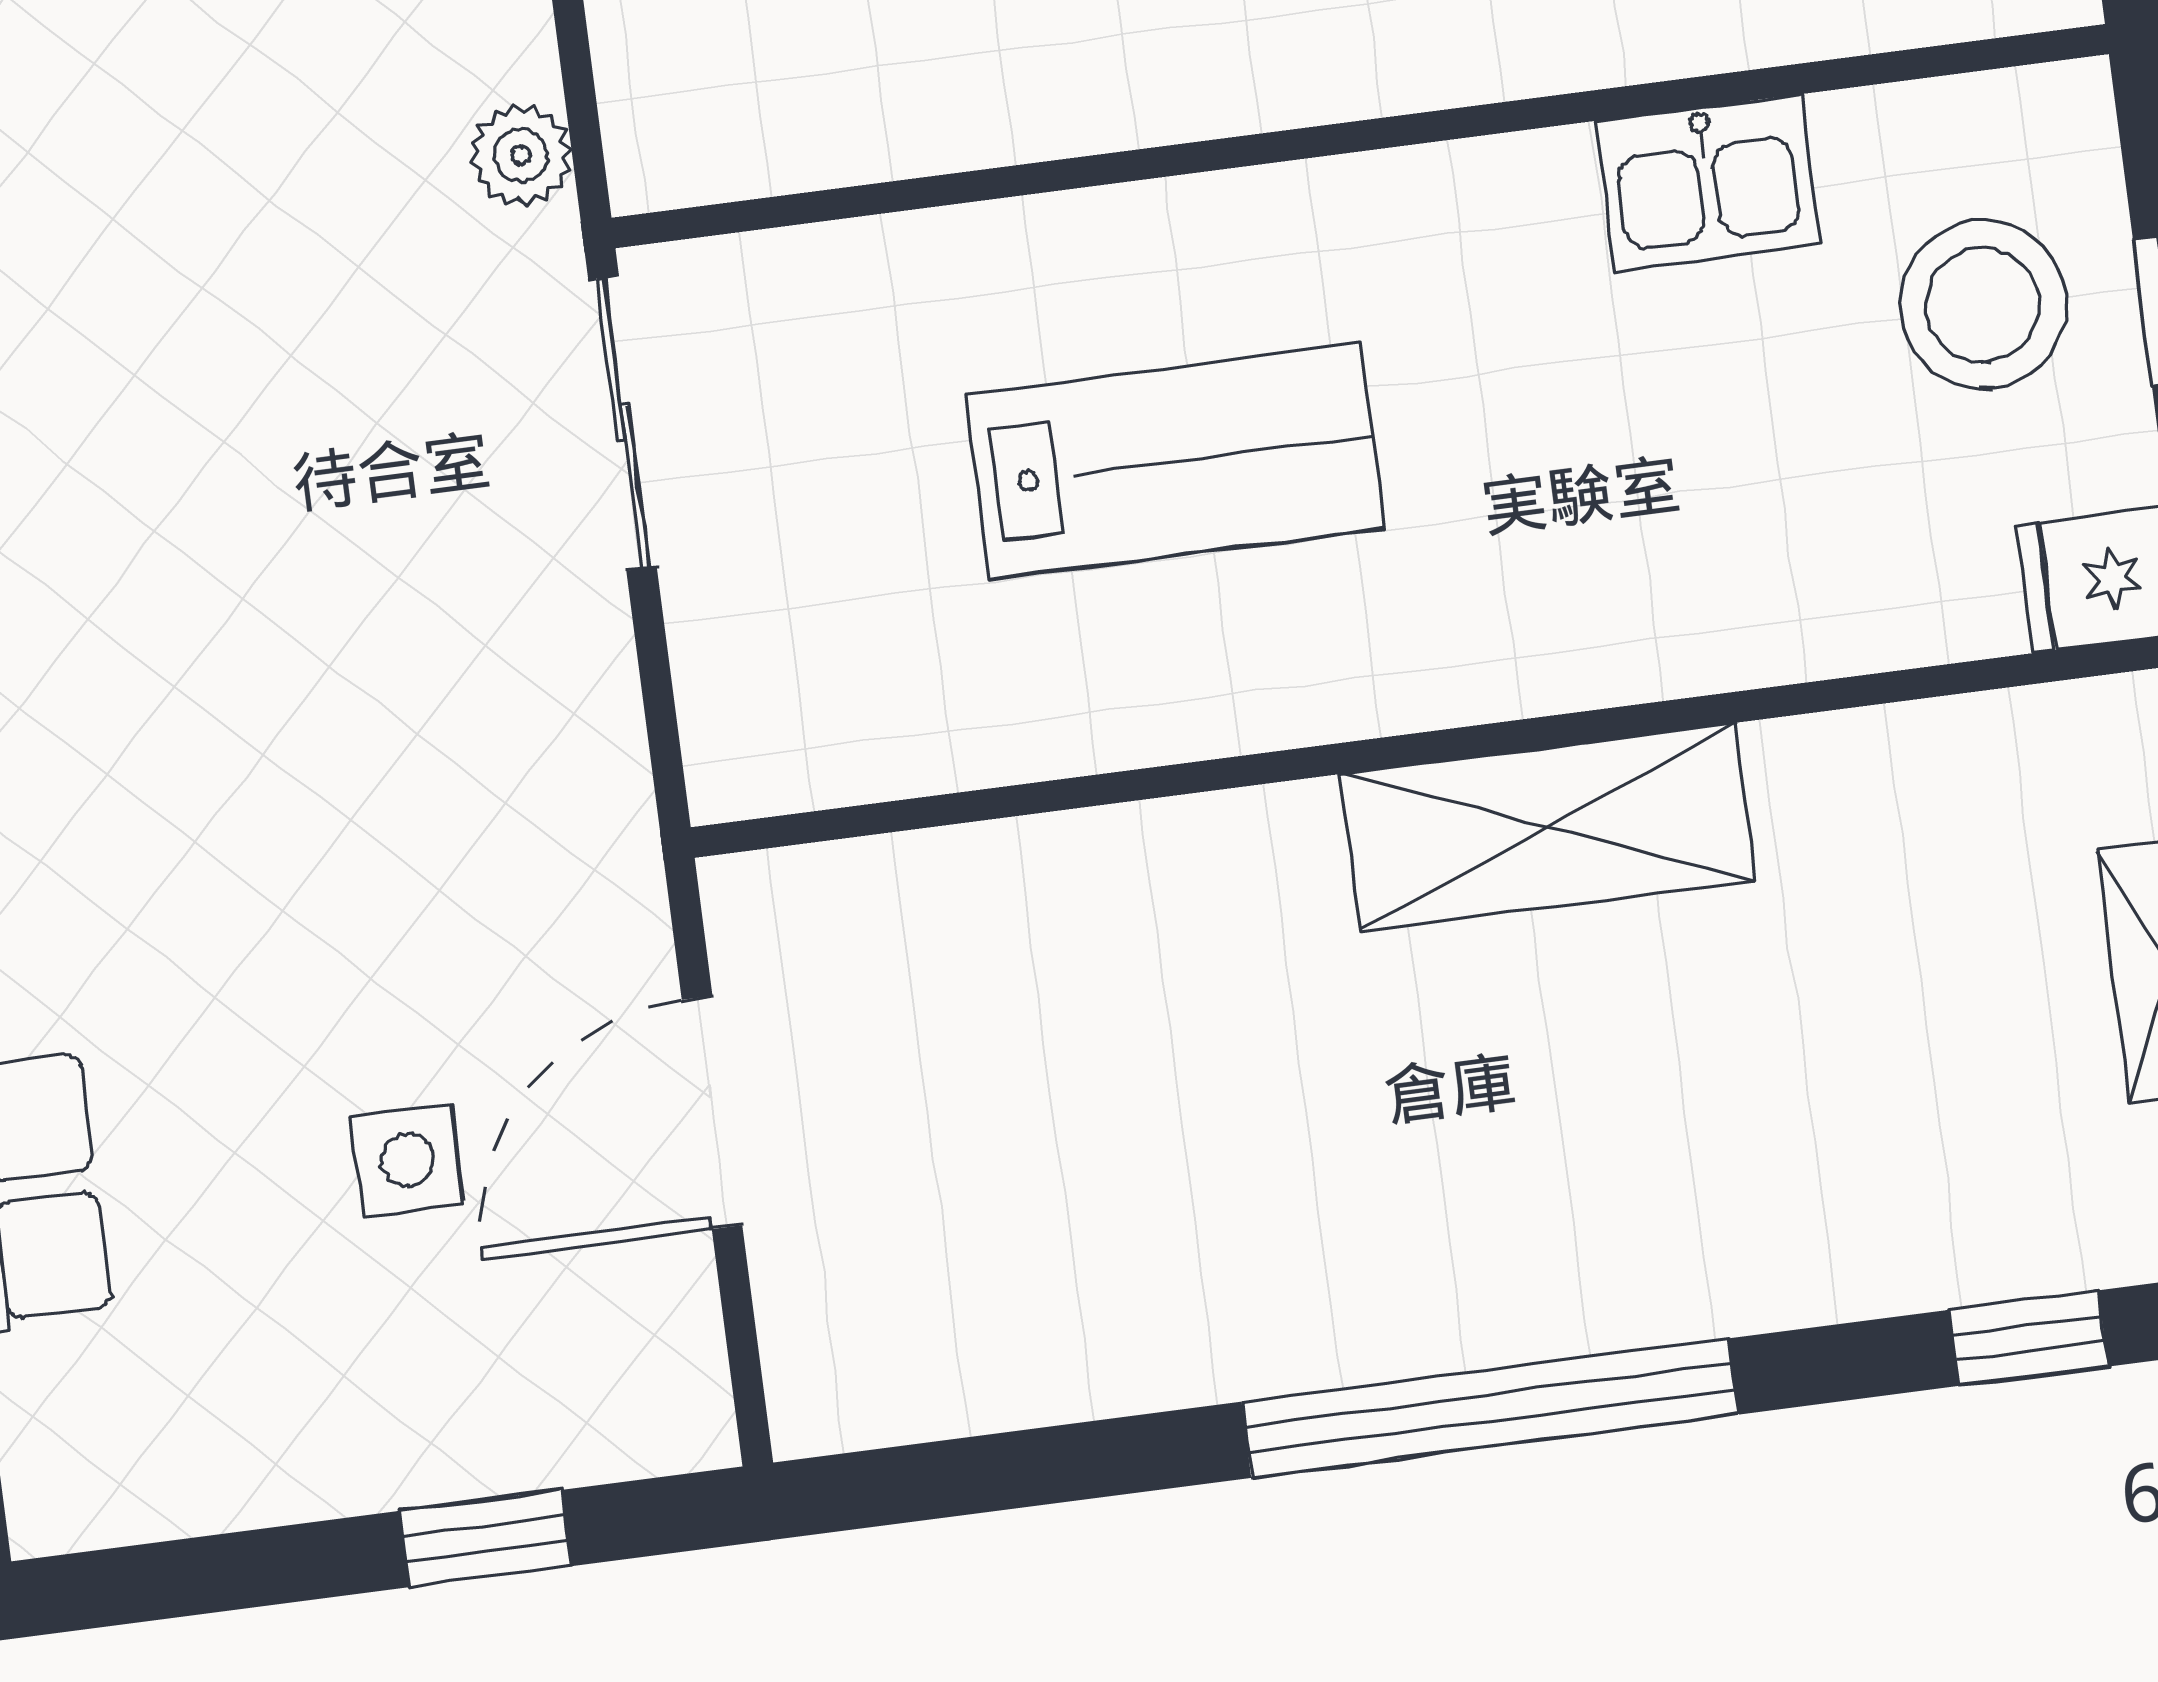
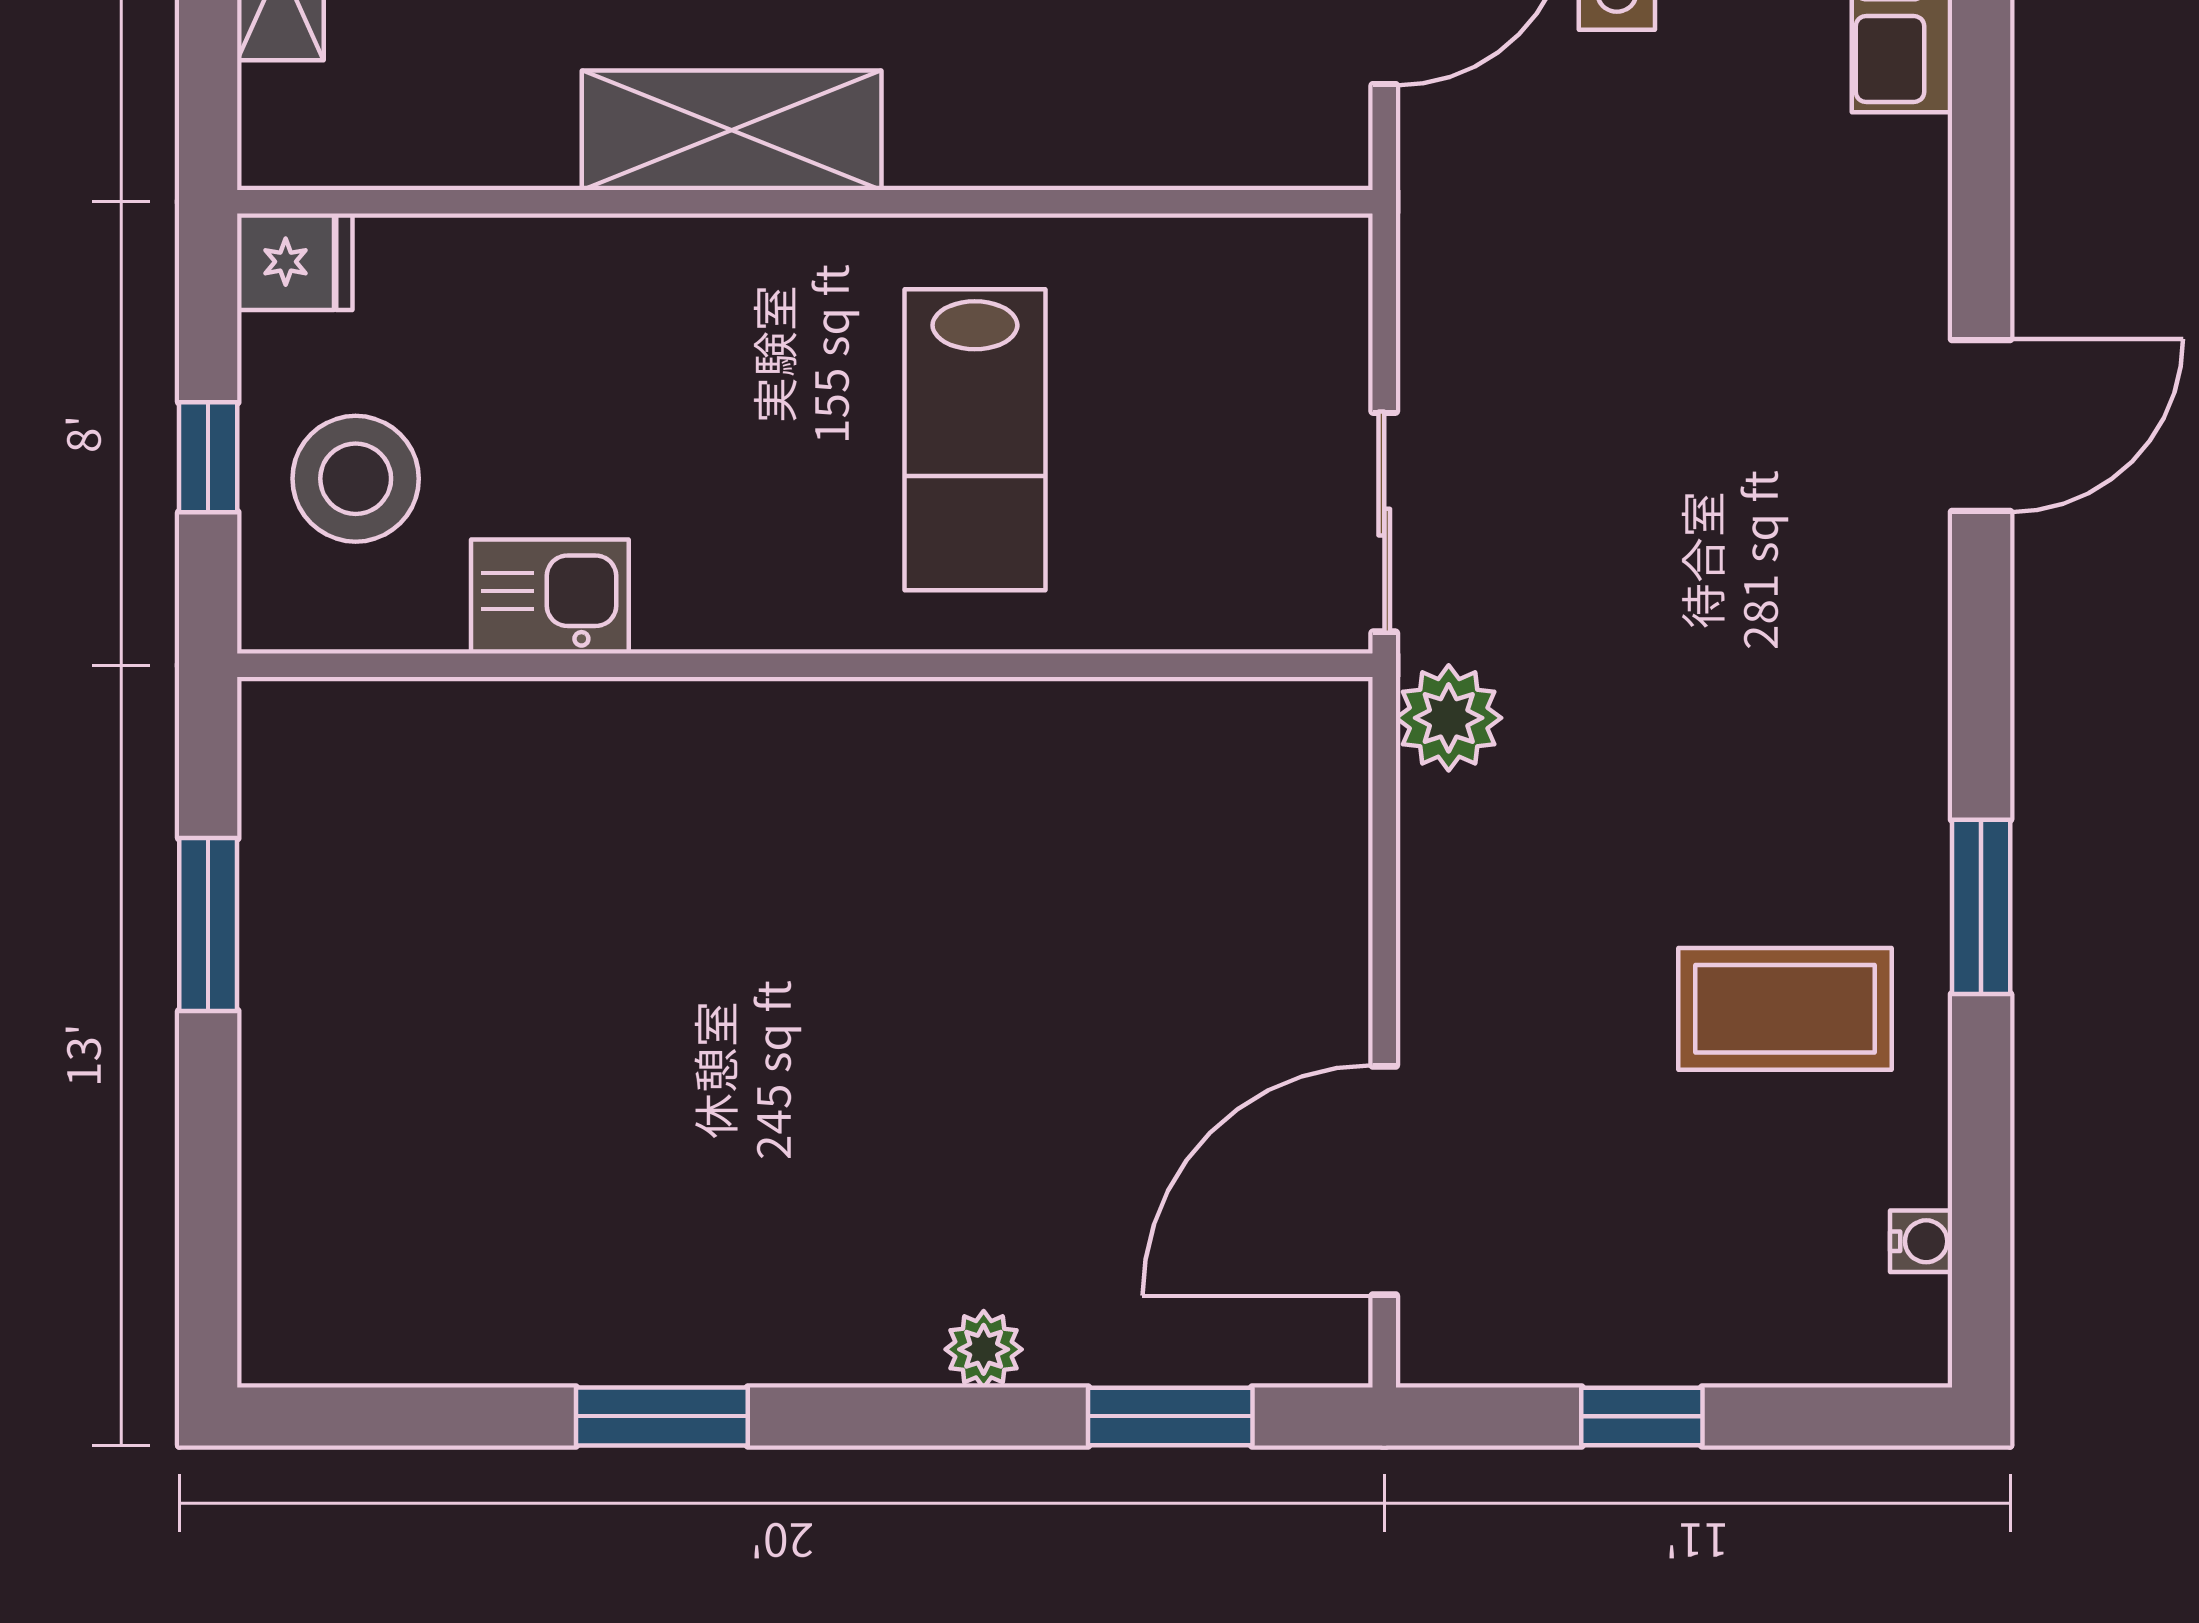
plant: (521, 155) -> (1449, 718), width x1.38, depth x1.38
lab bench: (1175, 462) -> (975, 440), turned -90

